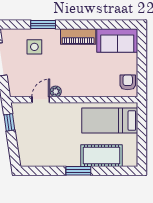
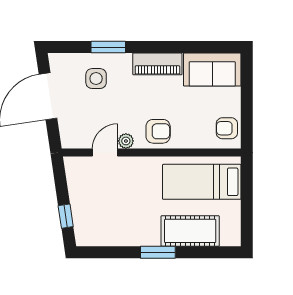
armchair: (128, 82) -> (227, 128), turned -90
armchair: (79, 85) -> (158, 131), added
window: (9, 122) -> (66, 216), moved

